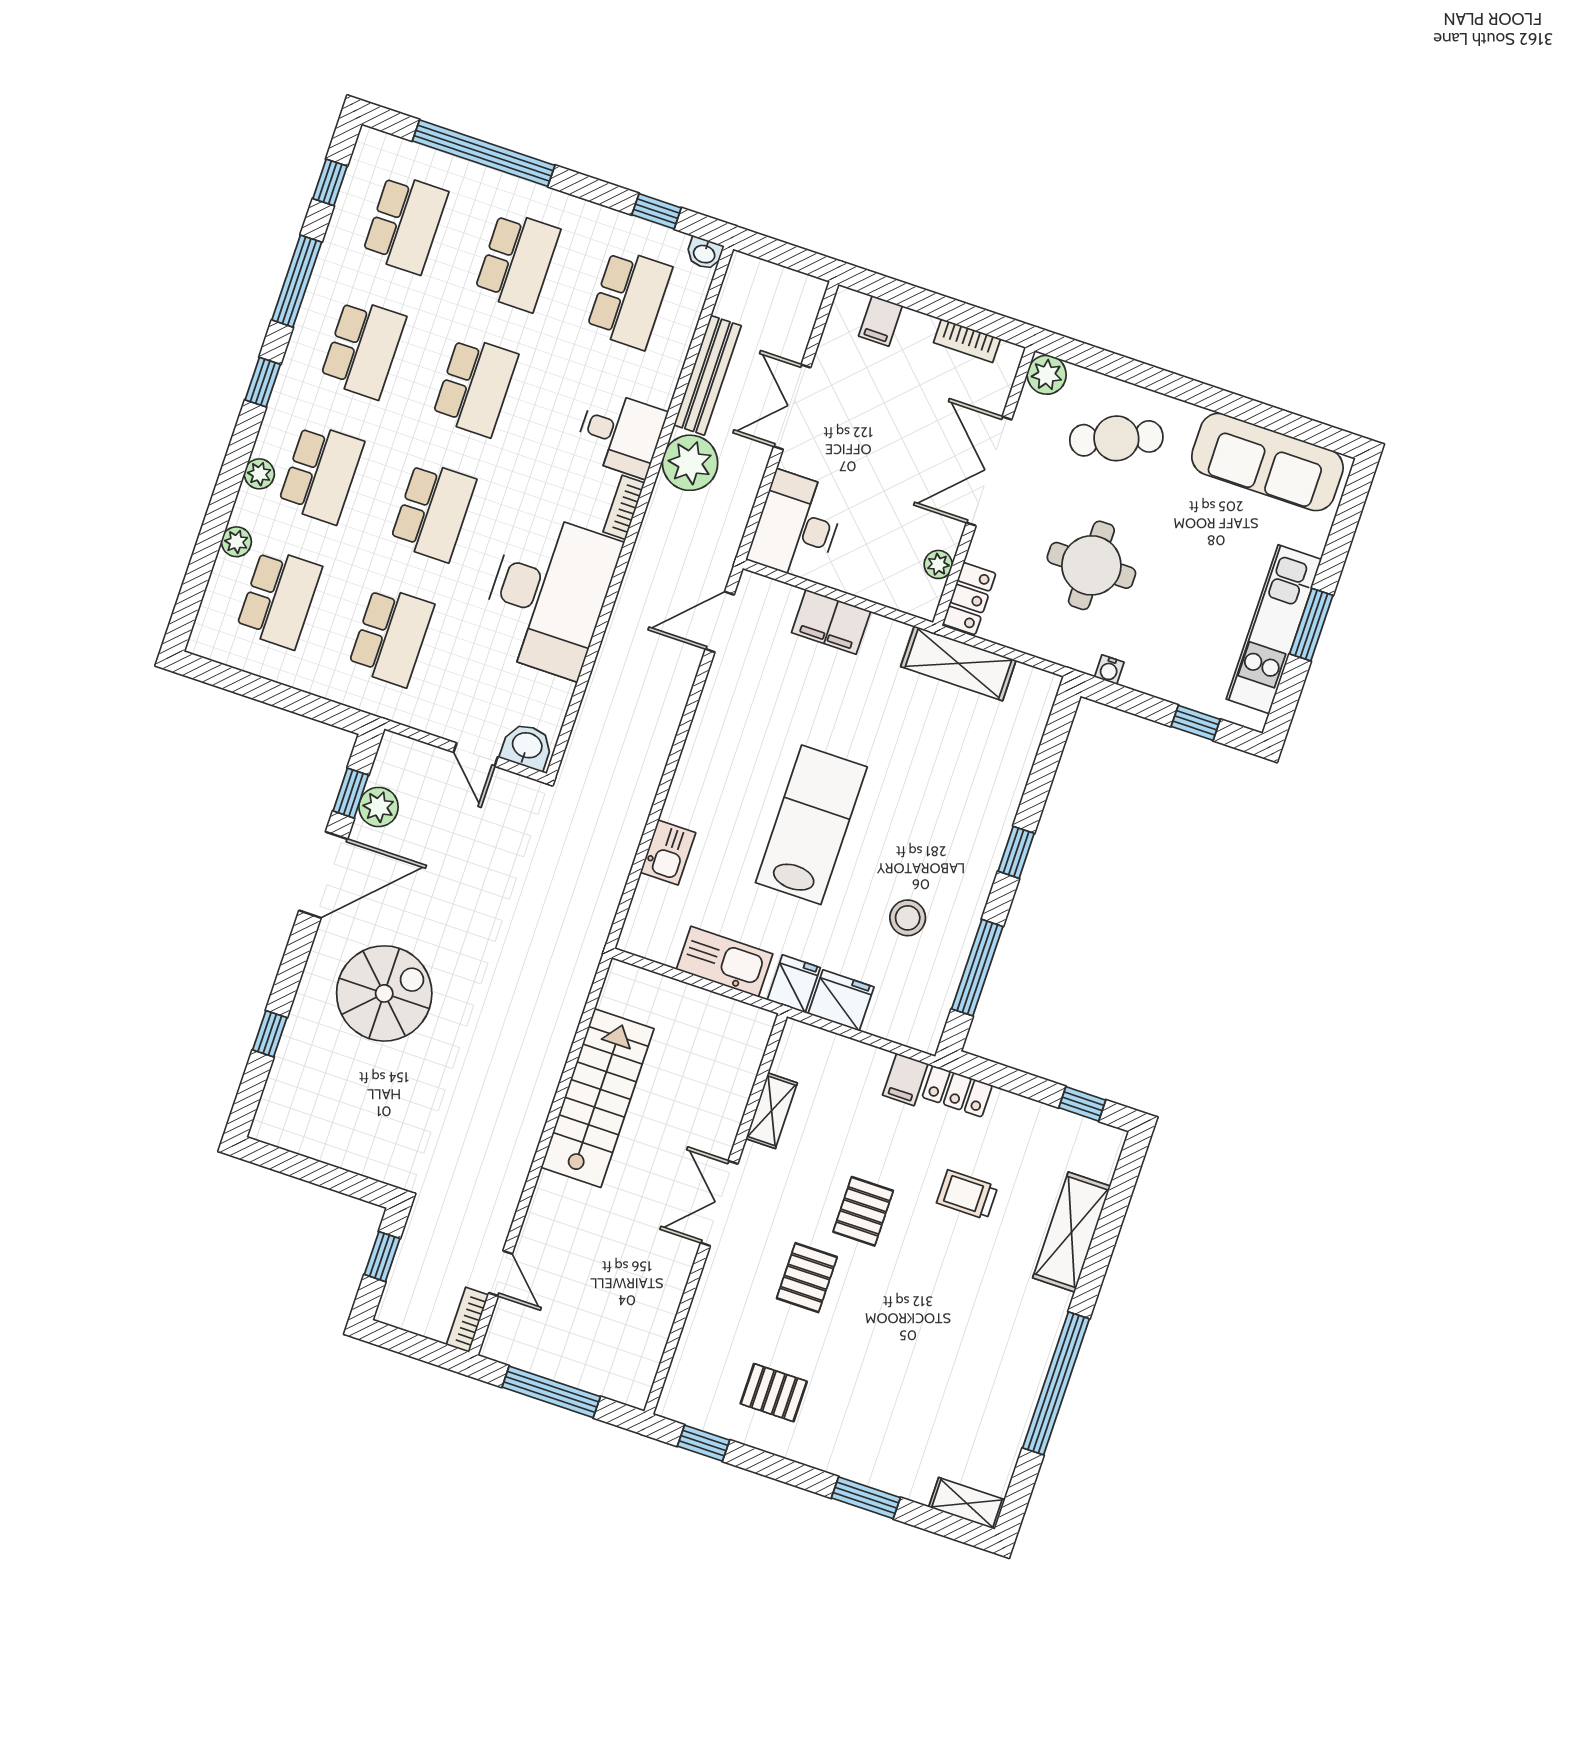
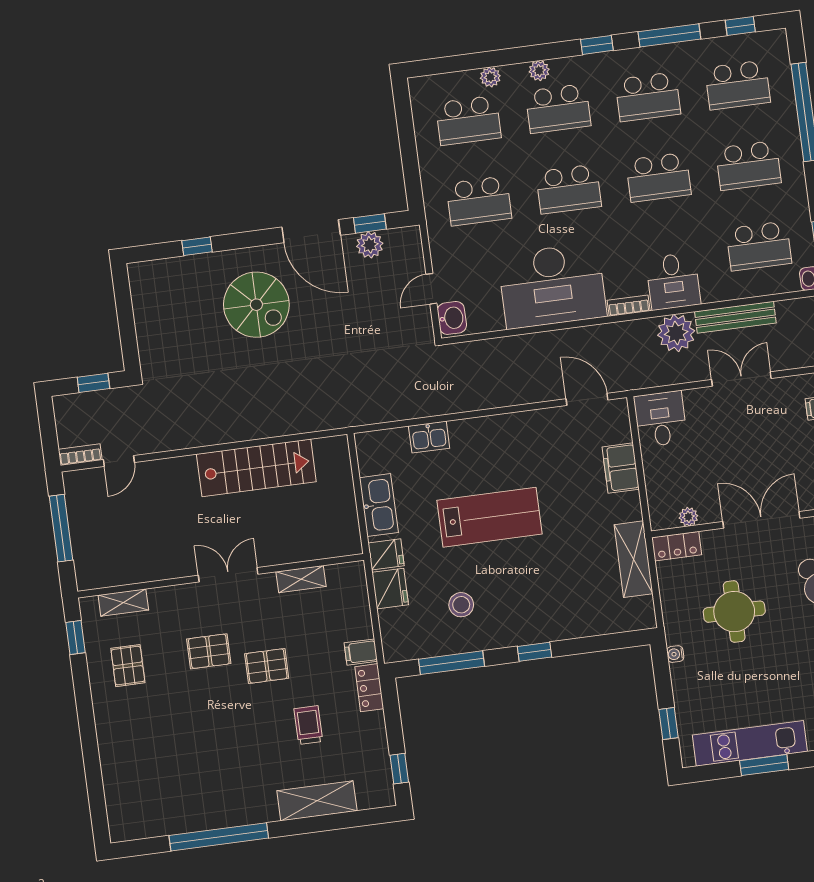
desk: (797, 526) -> (660, 419), width x0.73
window: (866, 1498) -> (91, 754), removed
shelving: (967, 1503) -> (123, 603), moved, turned 90

